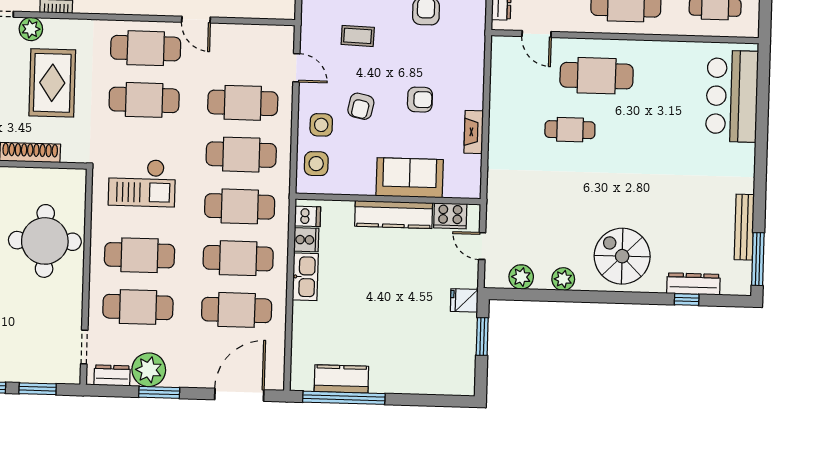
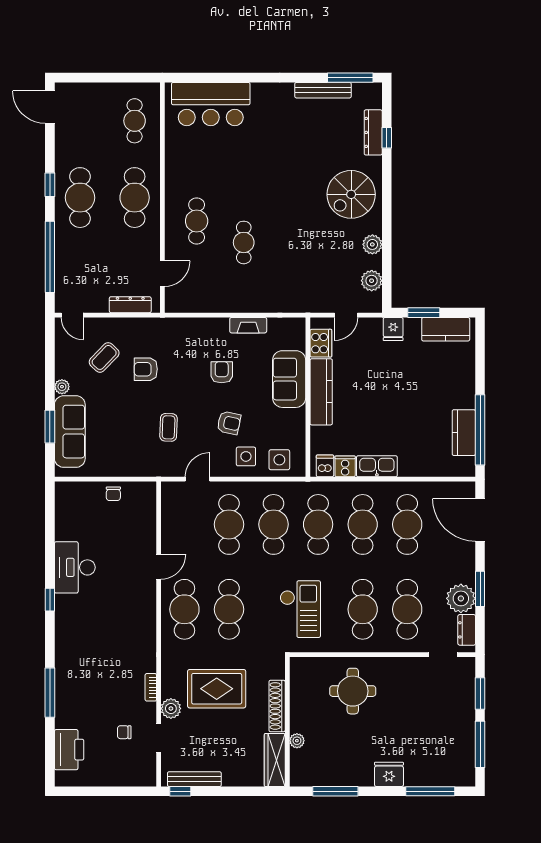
cafe table: (597, 76) -> (197, 221), width x0.73, depth x0.74
round table: (45, 241) -> (353, 691), width x0.73, depth x0.73
kitchen counter: (462, 361) -> (446, 329), added

